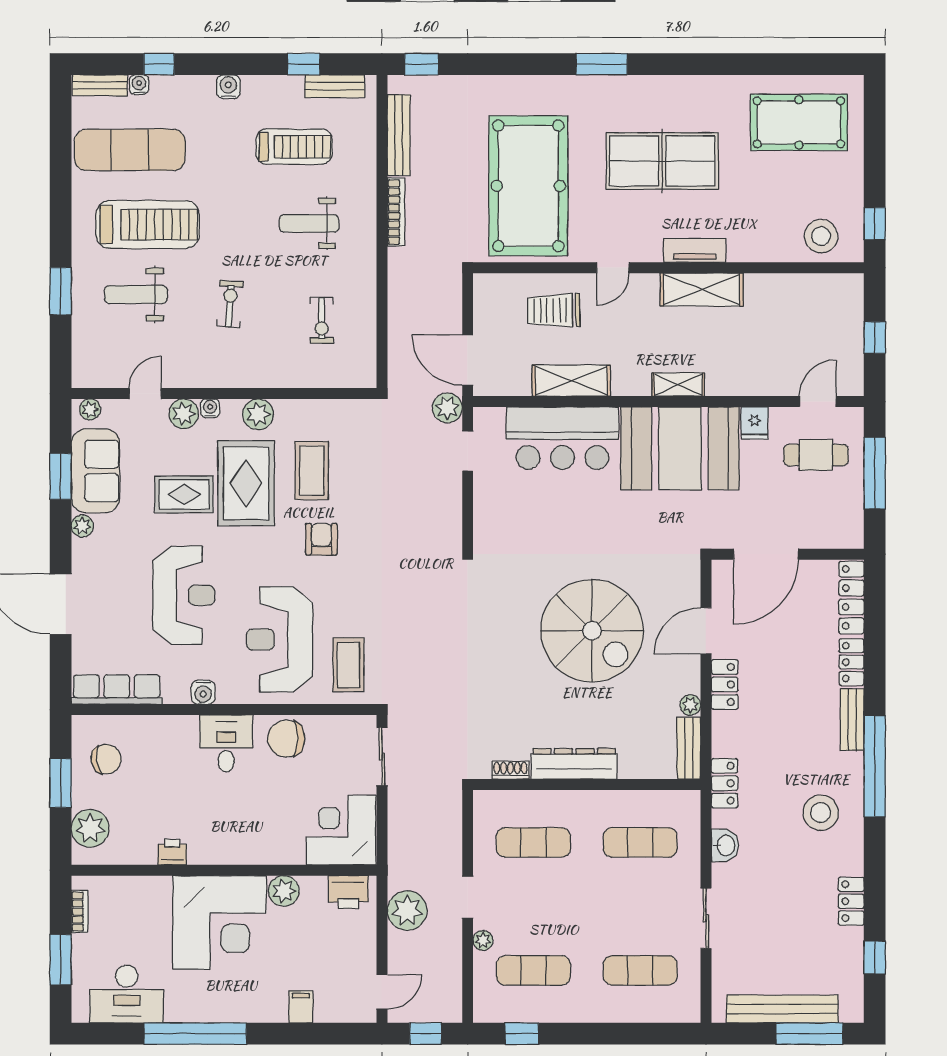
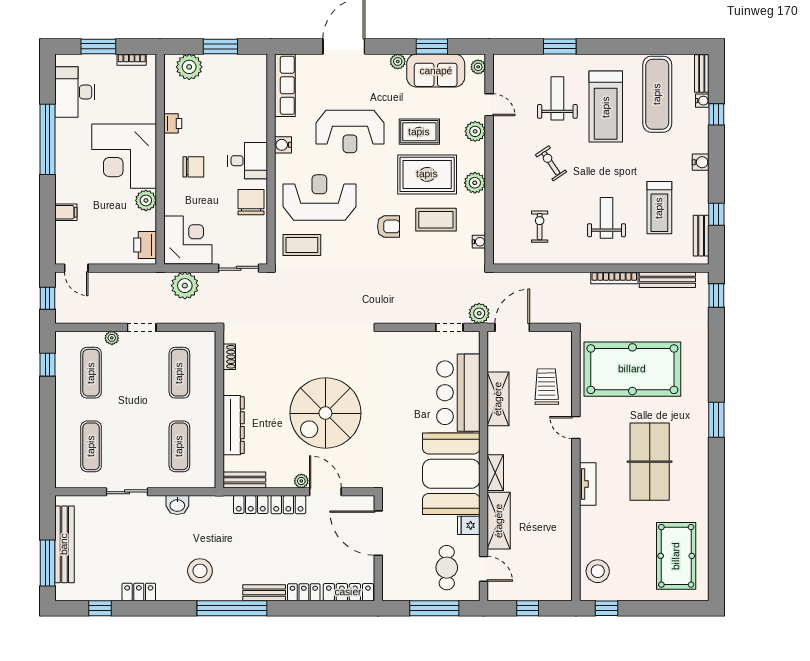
shelving: (702, 290) -> (499, 521), moved
exercise bike: (230, 304) -> (551, 163), turned -128
exercise bike: (322, 320) -> (540, 227), turned 90
water cooler: (210, 408) -> (479, 242), moved
rug: (184, 495) -> (419, 132), turned 90
plant: (690, 705) -> (301, 481), moved
chair: (106, 759) -> (193, 167), moved, turned -81
dresser: (574, 764) -> (234, 425), moved
locker: (725, 783) -> (251, 505), moved
plant: (407, 911) -> (185, 286), moved

